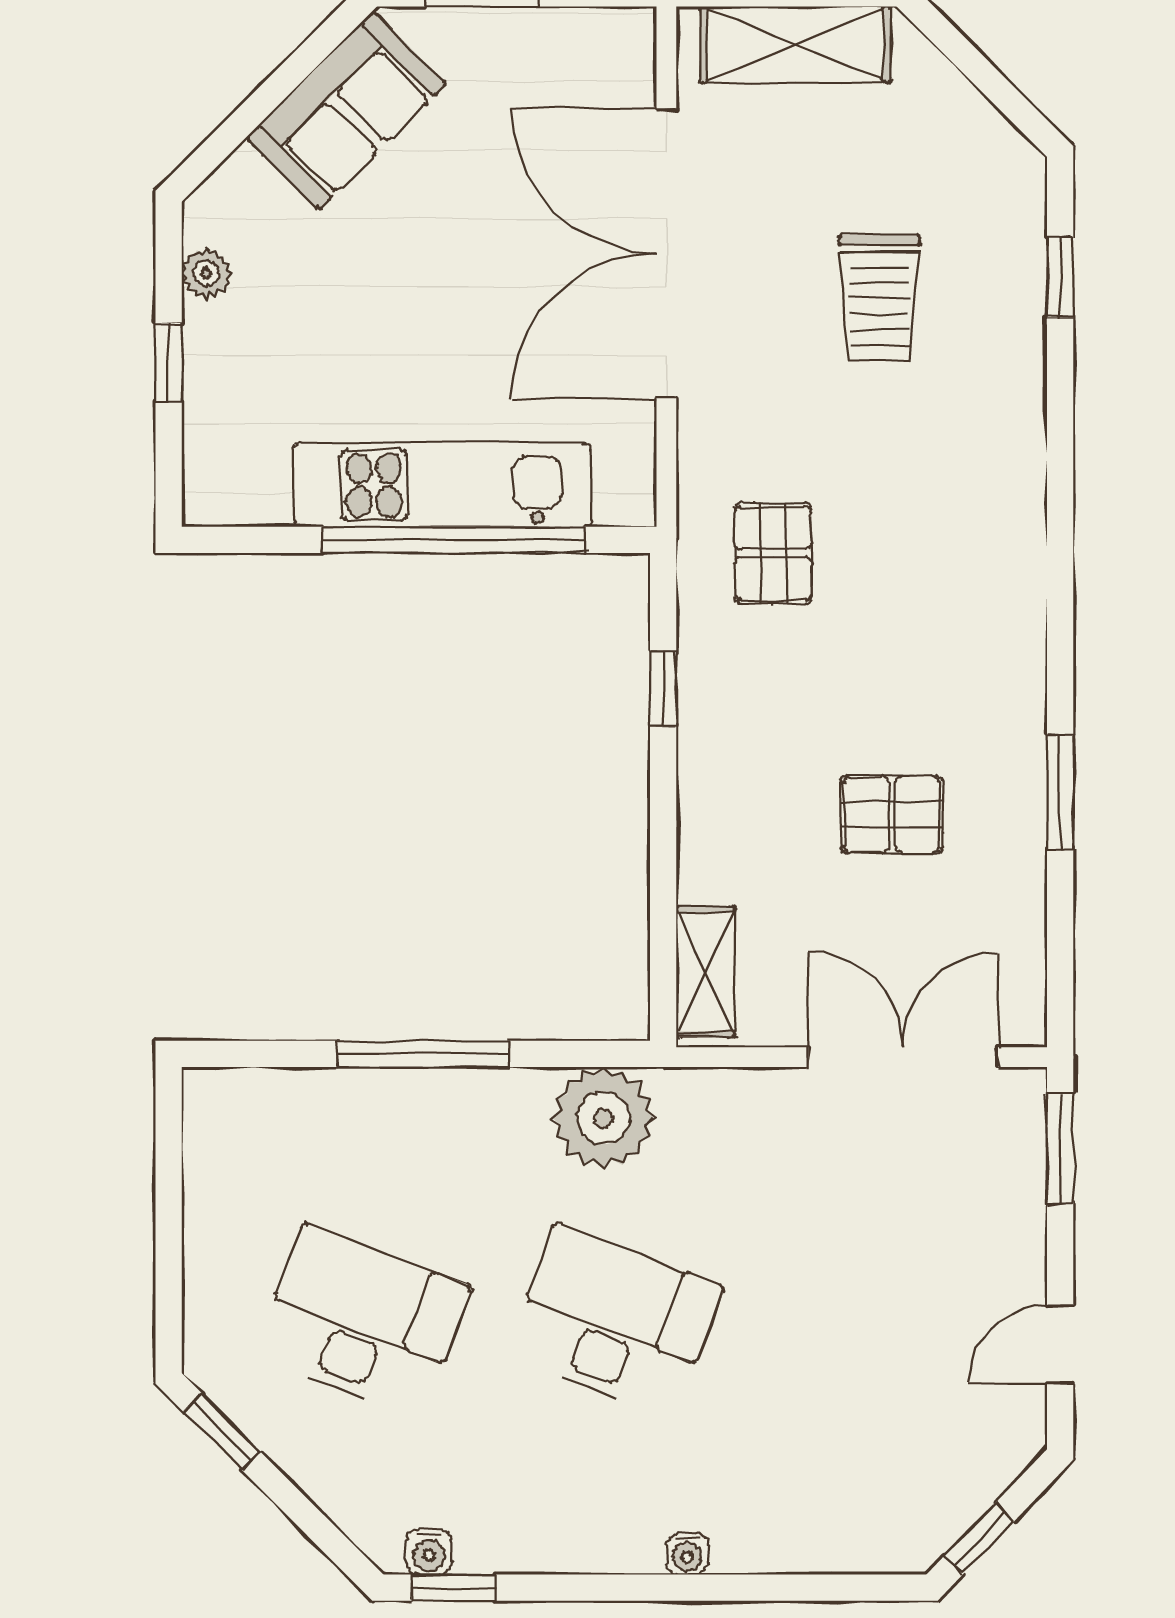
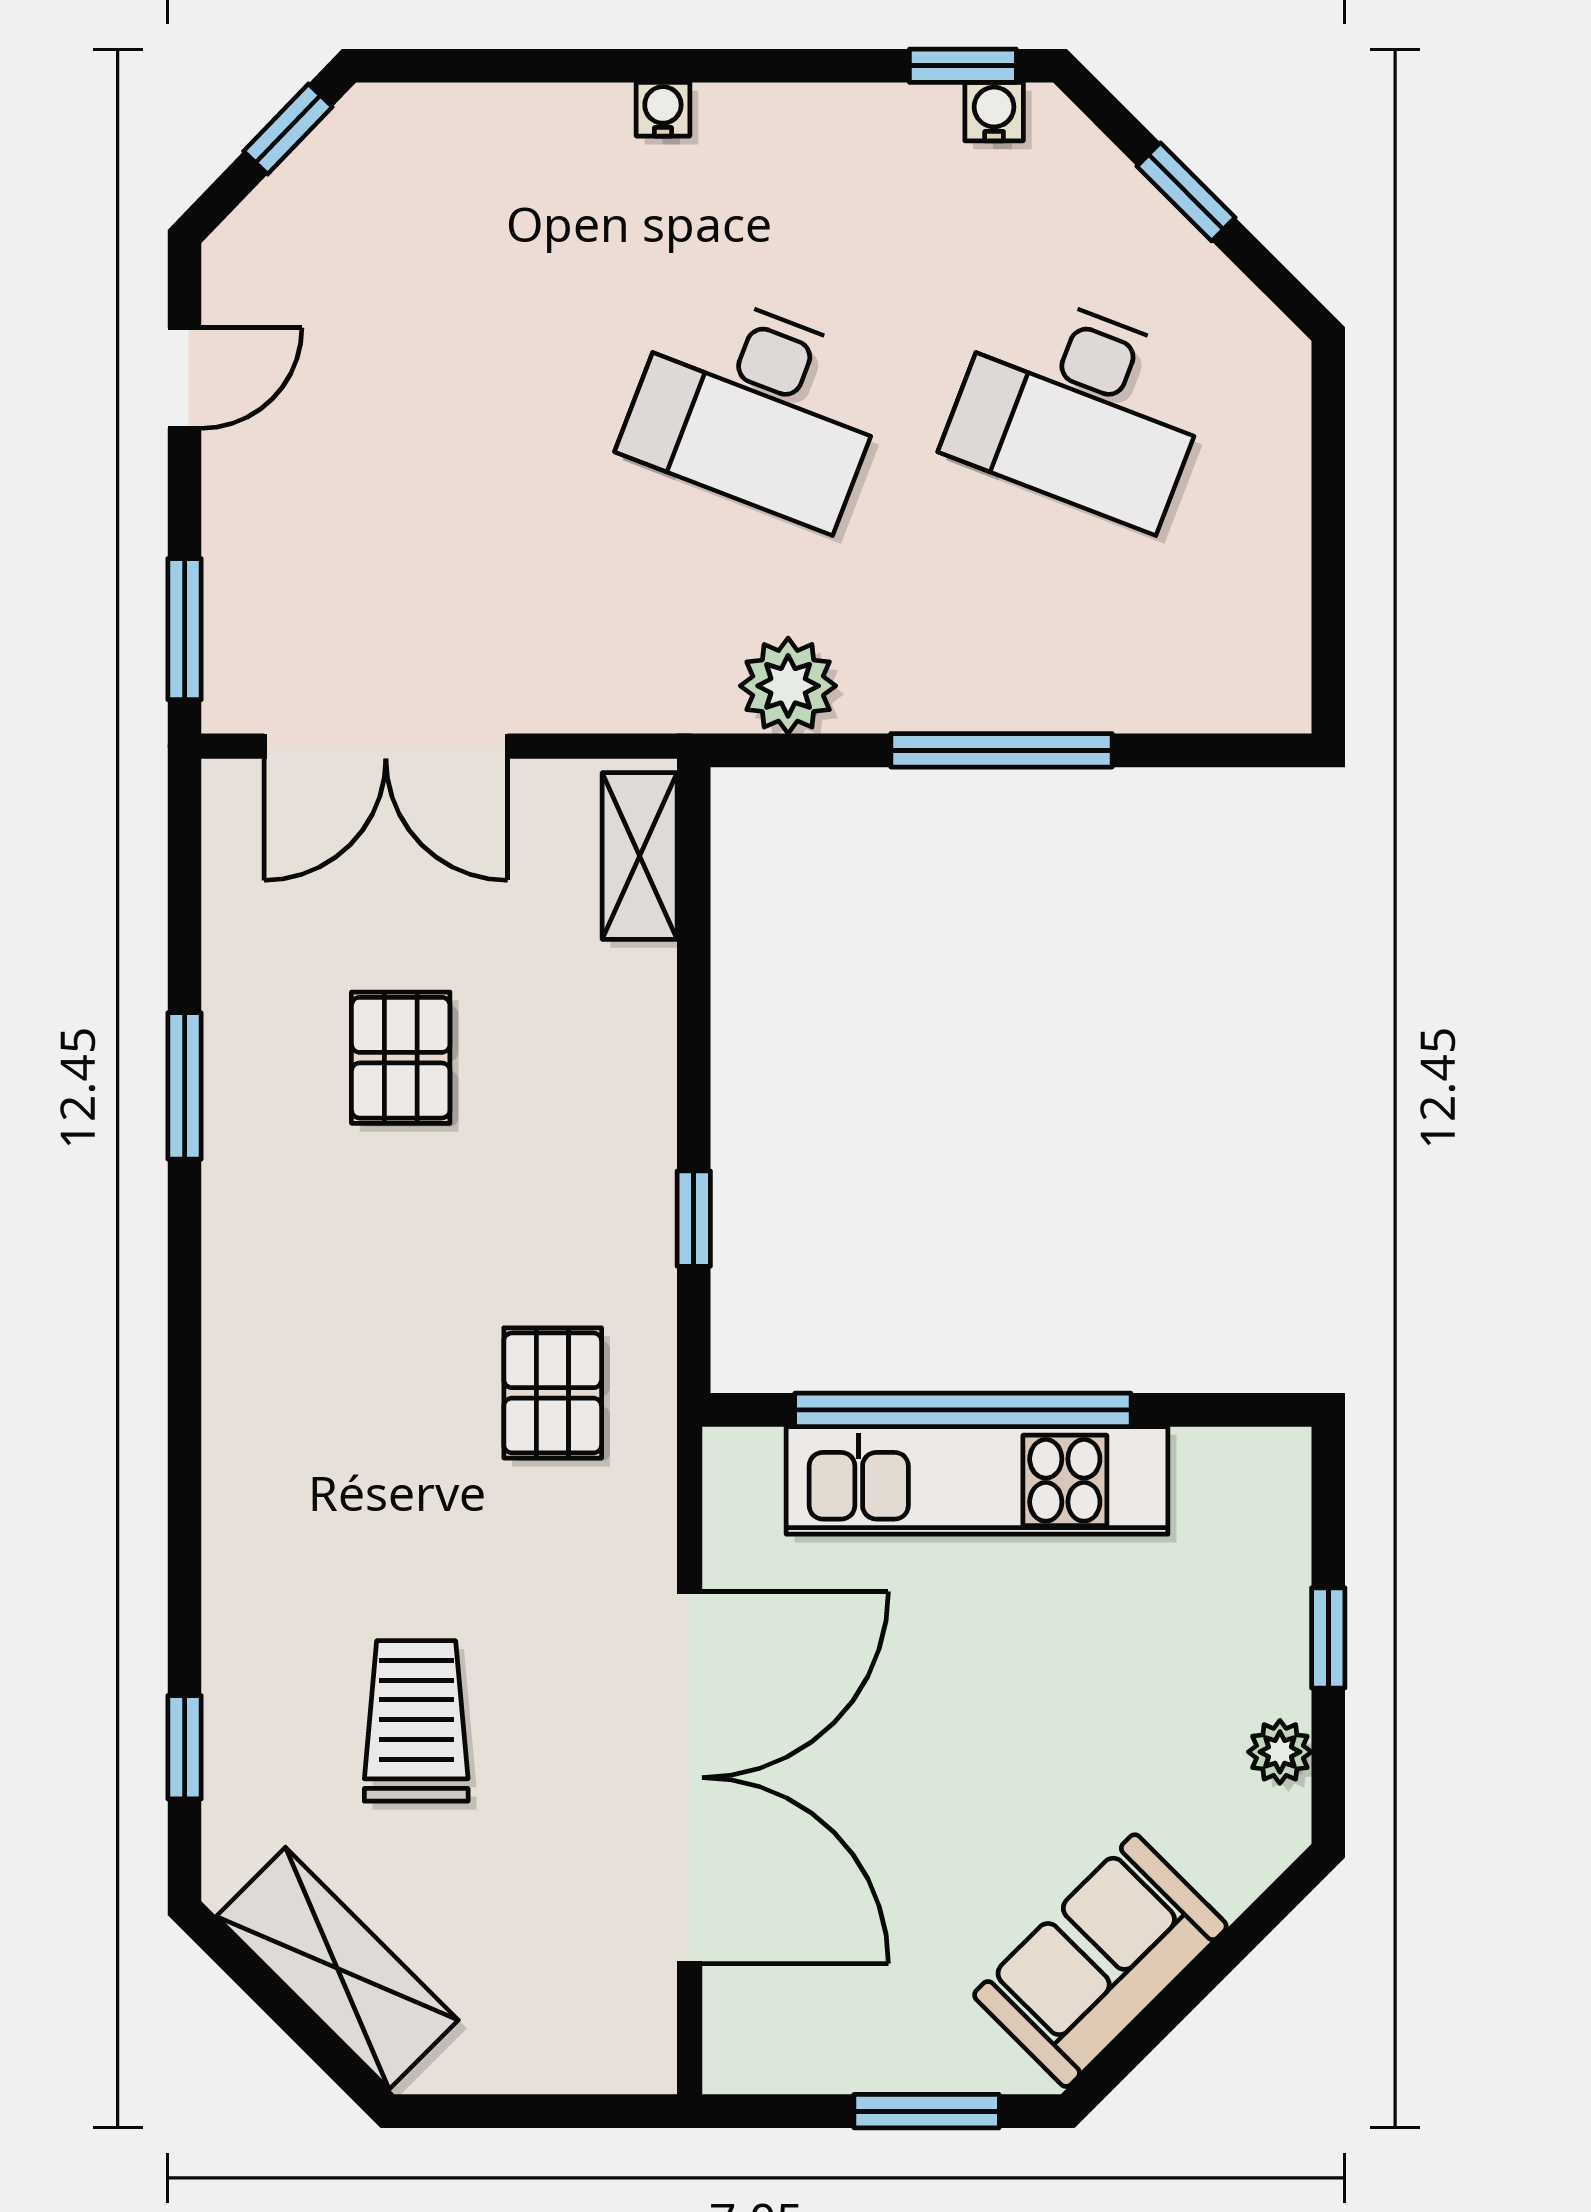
shelving: (795, 44) -> (337, 1968), moved, turned 45
pallet: (892, 814) -> (401, 1058), turned 90
plant: (603, 1118) -> (788, 686), width x0.73, depth x0.73
window: (222, 1432) -> (1186, 192), moved

